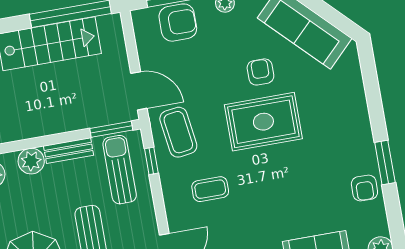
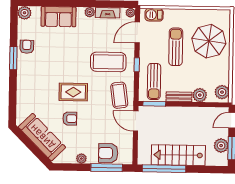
armchair: (260, 72) -> (70, 119), turned -90
rug: (263, 122) -> (73, 92), width x0.73, depth x0.70
window: (151, 161) -> (137, 65), moved
coffee table: (210, 189) -> (108, 62), width x1.86, depth x1.72

